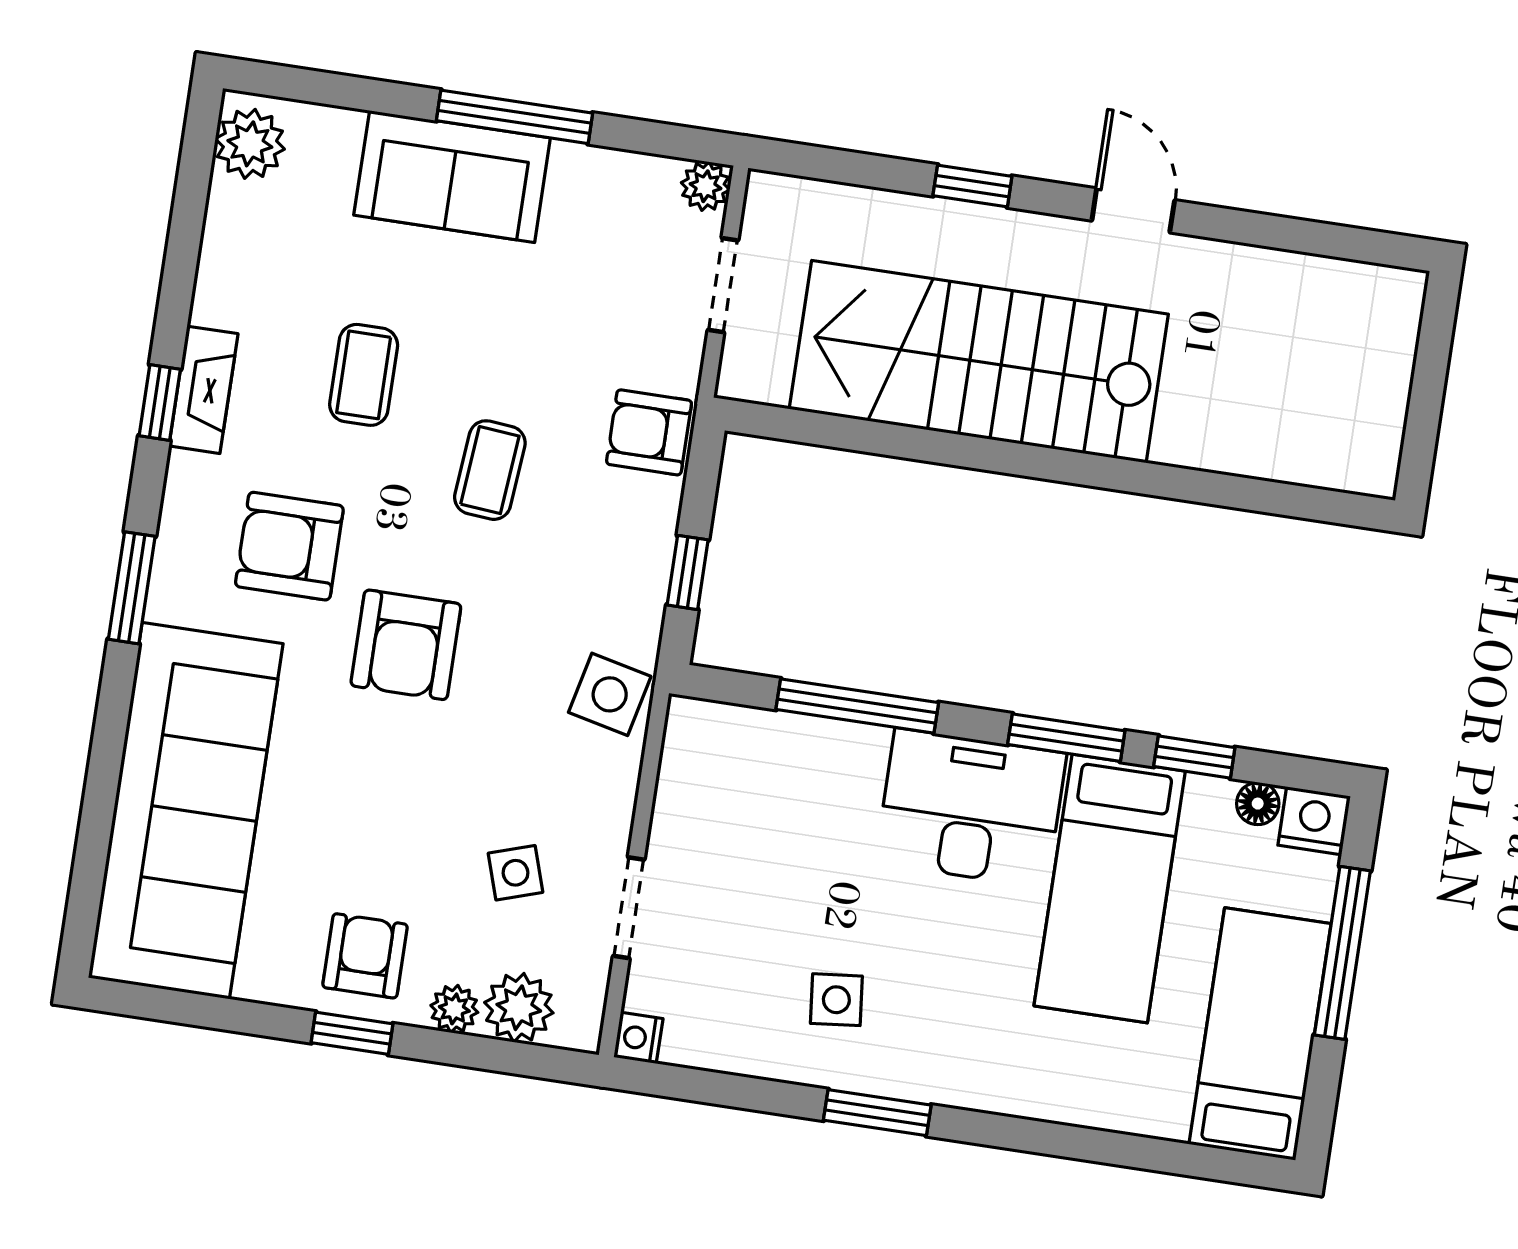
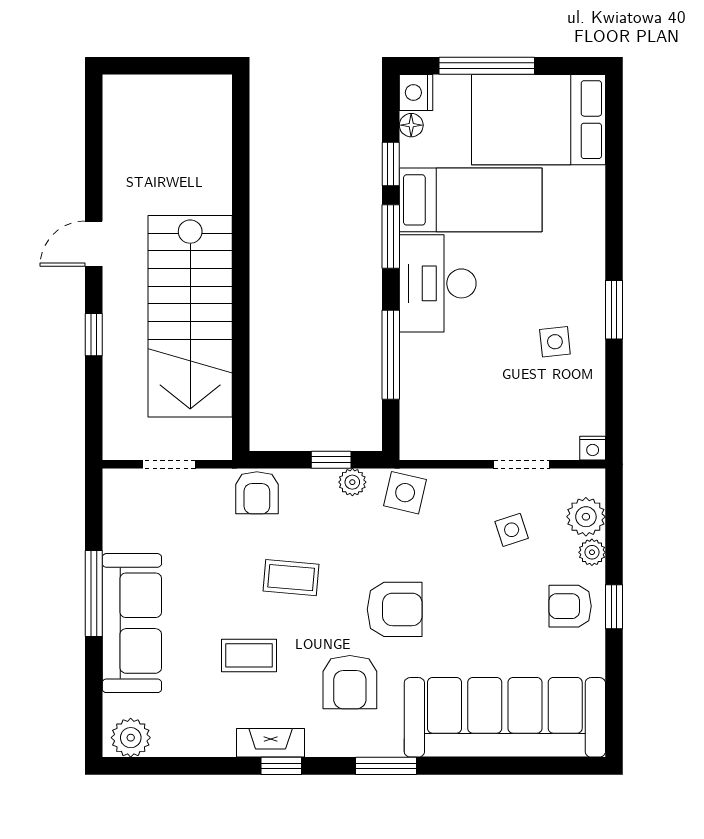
sofa: (452, 177) -> (132, 623), width x1.36
plant: (706, 186) -> (352, 482), moved
bed: (1260, 1034) -> (538, 120), width x1.50

